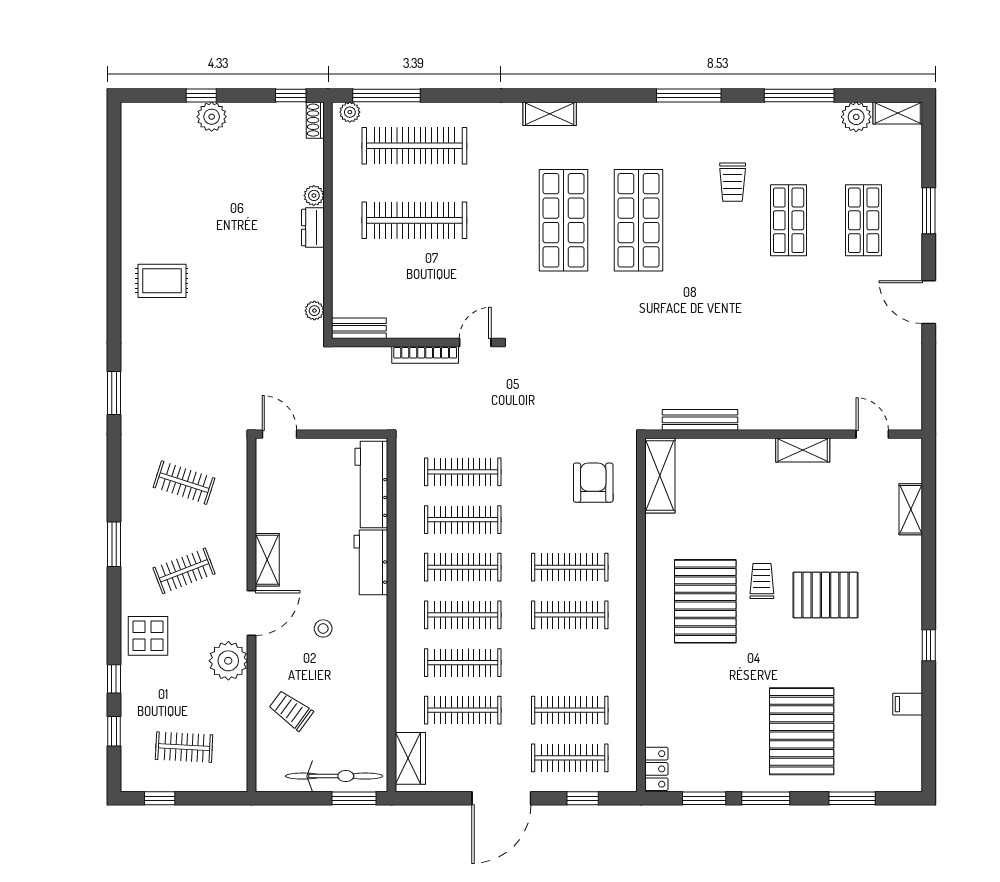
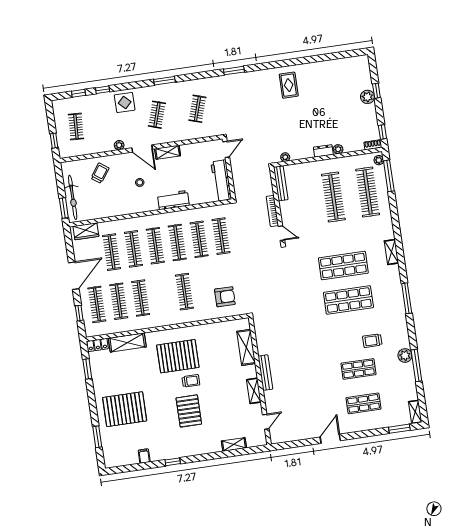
window: (689, 96) -> (407, 298), moved
plant: (856, 117) -> (405, 355), moved
window: (929, 211) -> (399, 429), moved
bench: (359, 328) -> (281, 183), width x1.36
bench: (700, 420) -> (265, 373), moved
shelving: (660, 476) -> (246, 347), moved, turned 90
workbench: (371, 485) -> (221, 181), moved, turned -90
clothes rail: (184, 571) -> (157, 115), turned 39
clothes rail: (570, 615) -> (141, 298), moved
plant: (228, 661) -> (119, 145), width x0.53, depth x0.53
shelving: (660, 705) -> (127, 343), added
window: (160, 798) -> (54, 141), moved
door: (501, 798) -> (74, 276), swing flipped
window: (766, 798) -> (91, 397), removed

